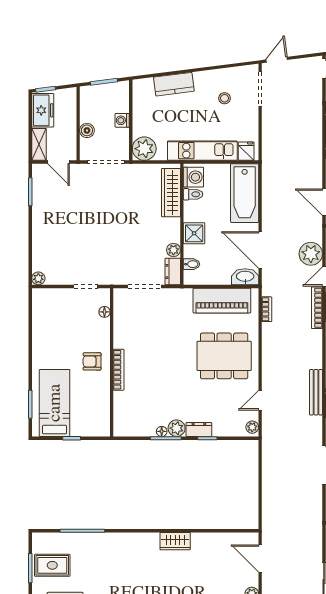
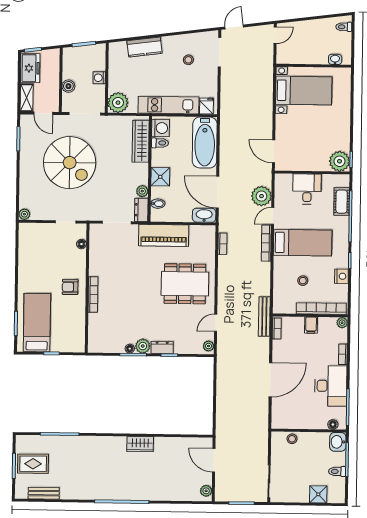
spiral stairs: (90, 218) -> (70, 163), added
piano: (222, 301) -> (164, 235), moved

